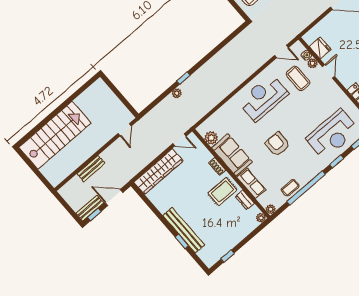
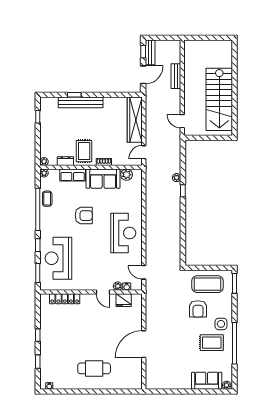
door: (282, 52) -> (144, 272), hinge flipped
coffee table: (298, 78) -> (116, 268), removed
stairs: (55, 135) -> (219, 99), moved

